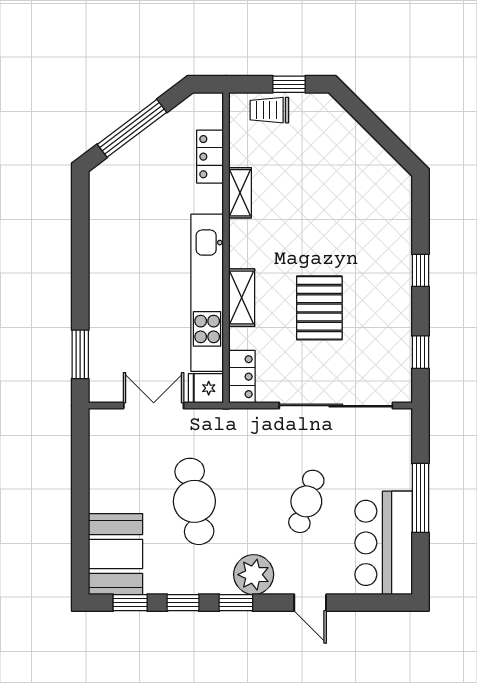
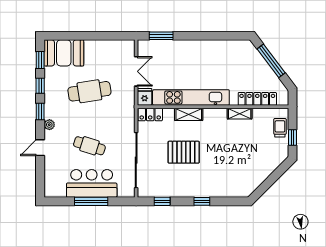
locker: (210, 157) -> (257, 99), width x1.53
bar counter: (384, 543) -> (92, 183), moved
plant: (254, 575) -> (49, 125), width x0.53, depth x0.53

